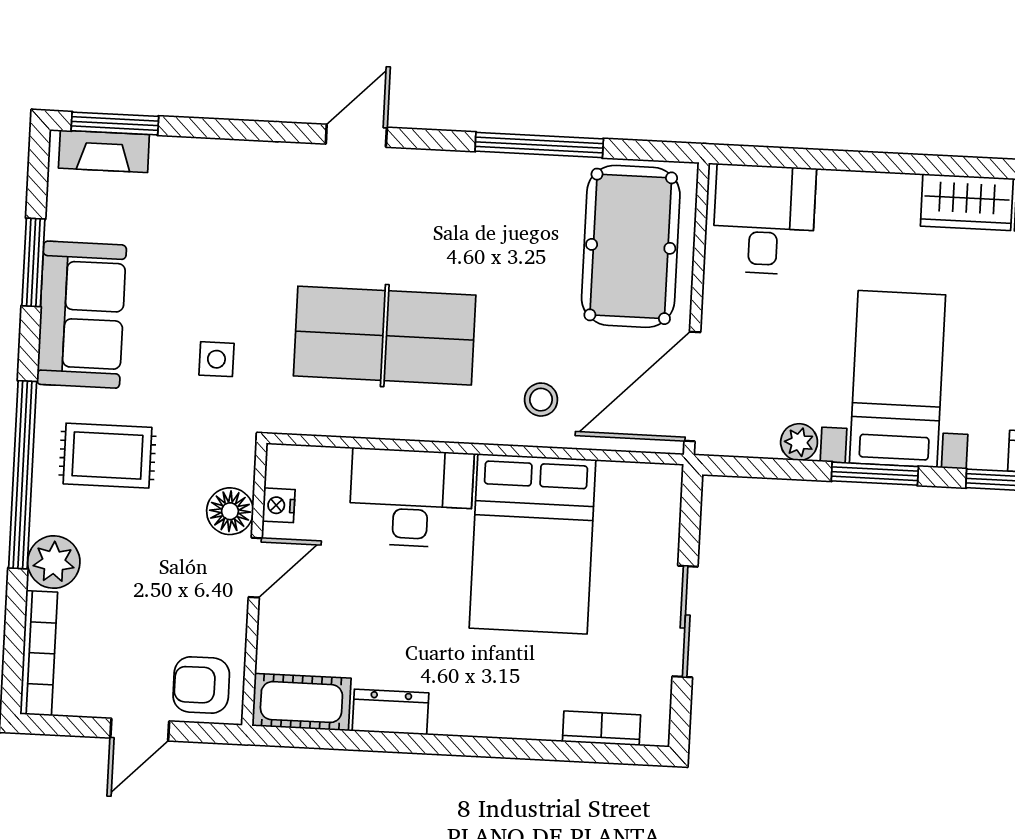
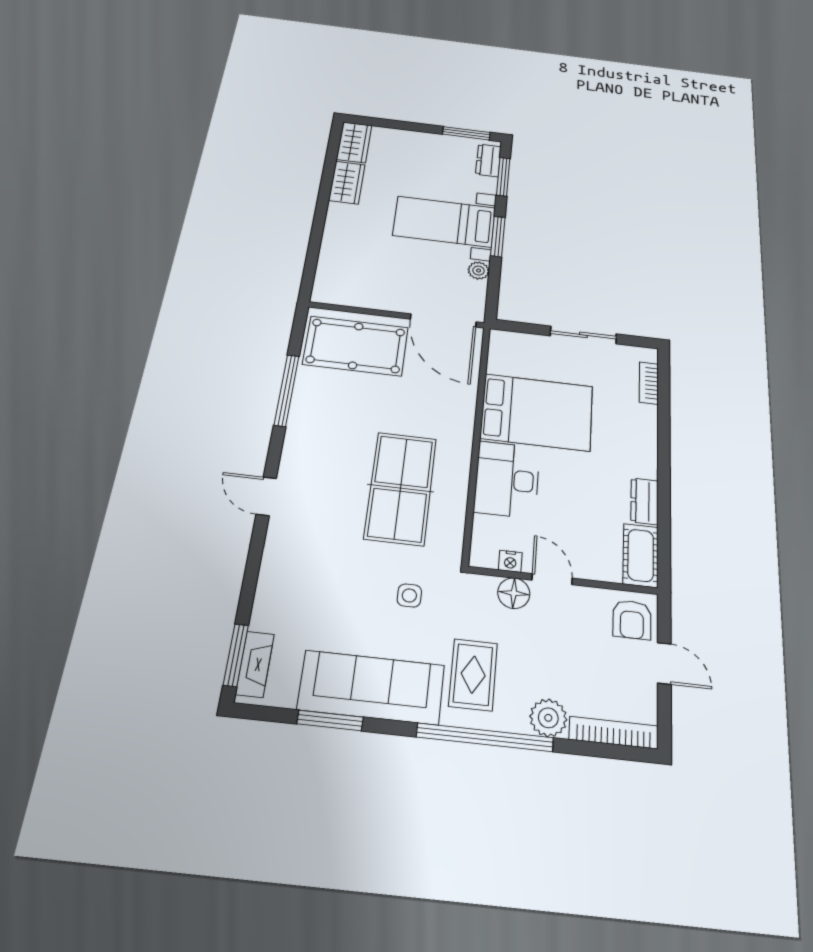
desk: (764, 219) -> (346, 277), removed
sofa: (82, 315) -> (371, 687), width x1.36
stool: (541, 400) -> (447, 401), removed

